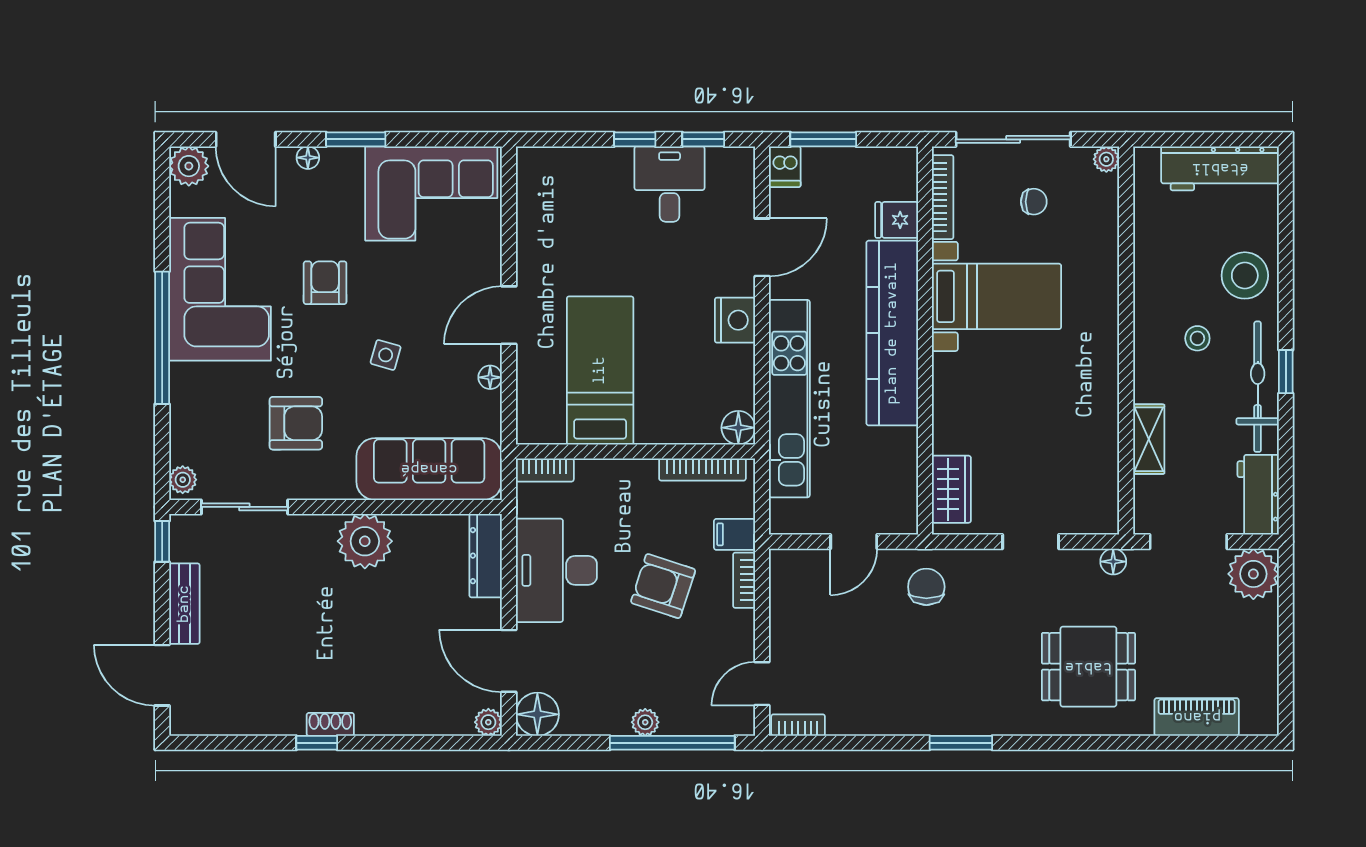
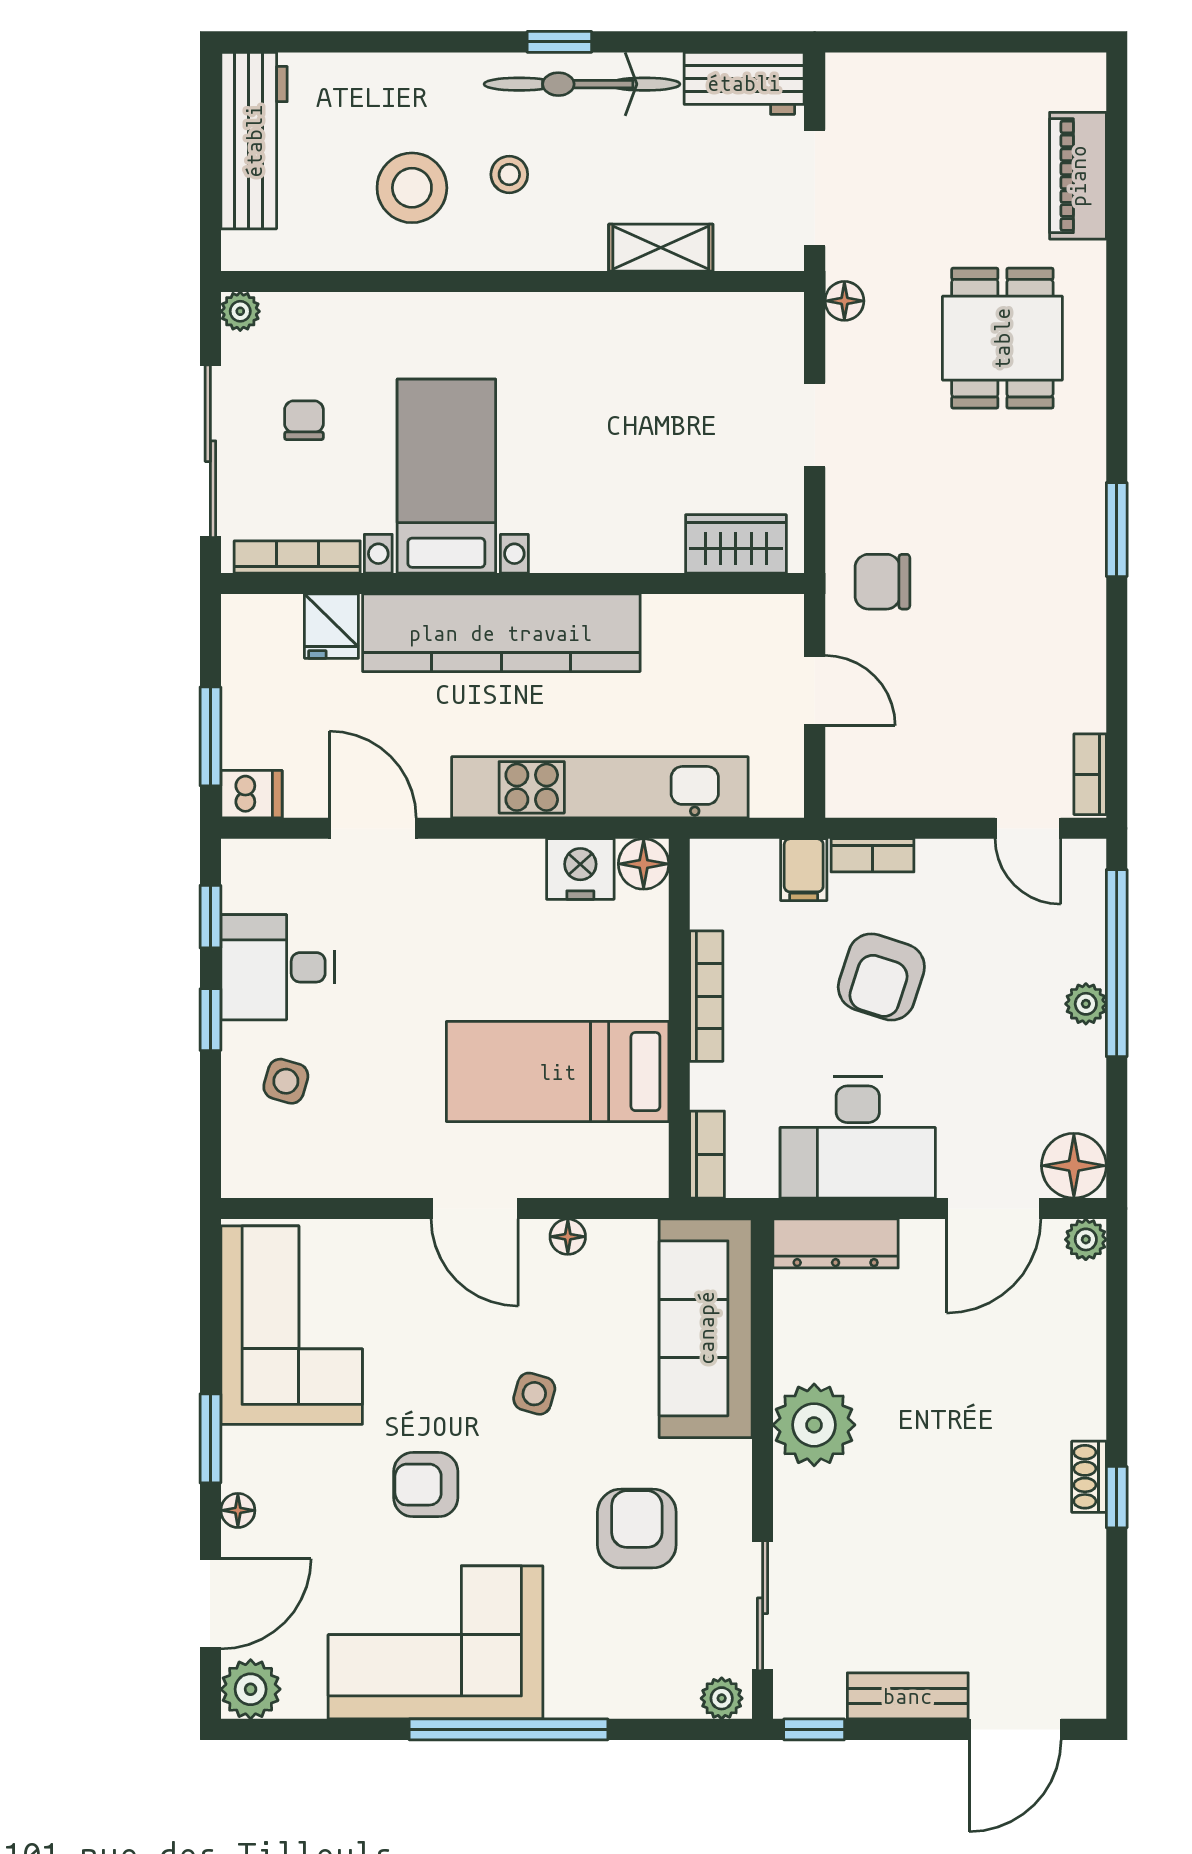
side table: (594, 190) -> (286, 1081), added
stool: (1245, 275) -> (412, 188), moved
nightstand: (735, 320) -> (580, 869), moved
bookcase: (702, 470) -> (706, 996), moved
plant: (1253, 574) -> (863, 90), removed

